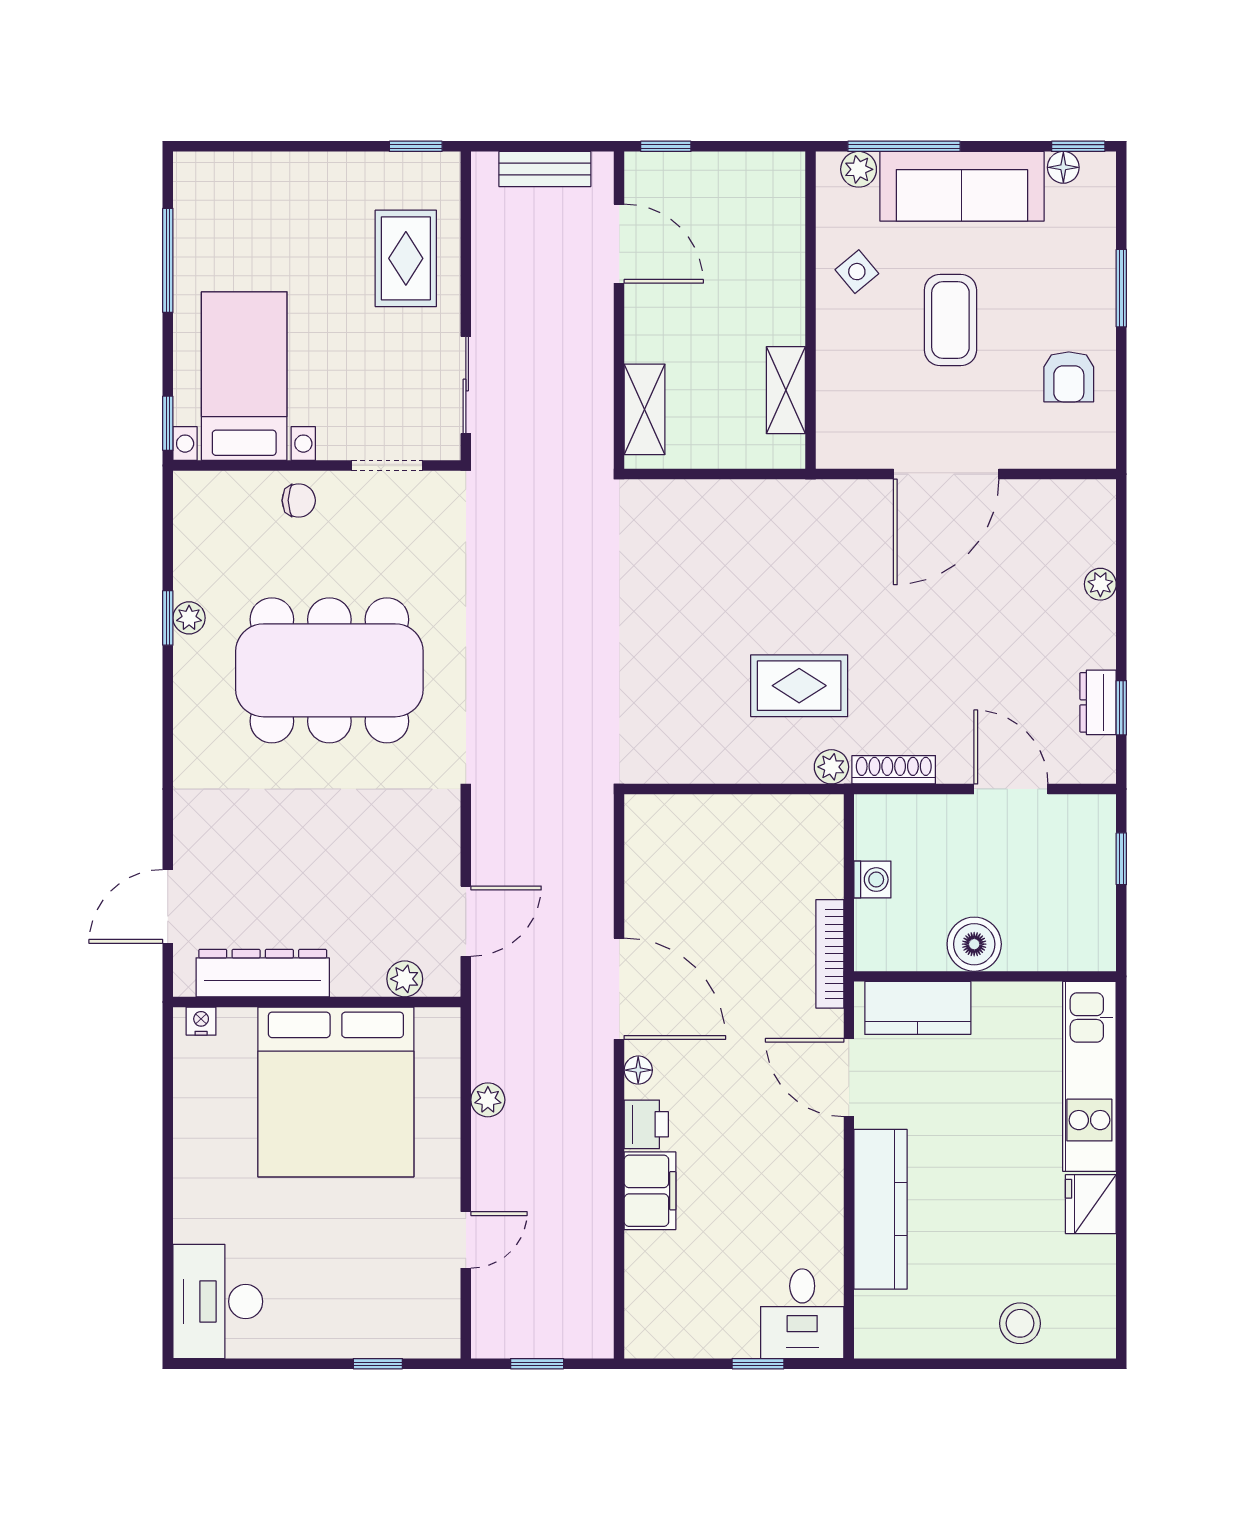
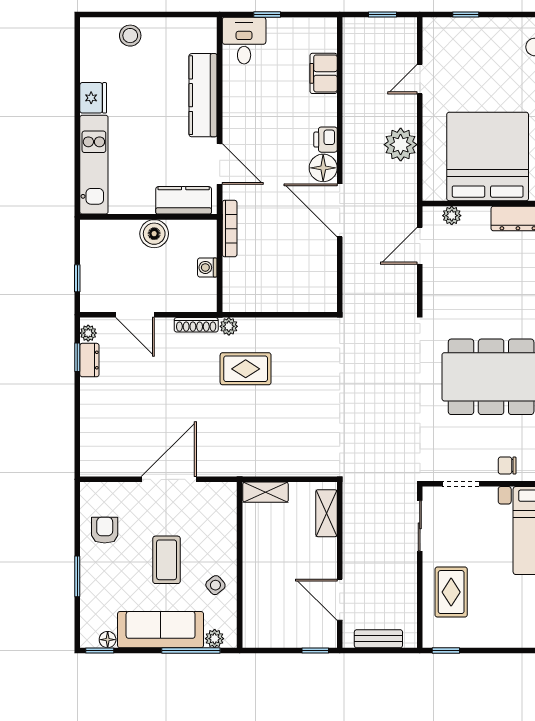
shelving: (786, 390) -> (266, 492), moved, turned 90
plant: (1100, 584) -> (88, 333), moved
floor lamp: (638, 1070) -> (323, 168), width x1.89, depth x1.89
plant: (488, 1100) -> (401, 145), width x1.88, depth x1.88
filing cabinet: (650, 1191) -> (324, 73), moved

